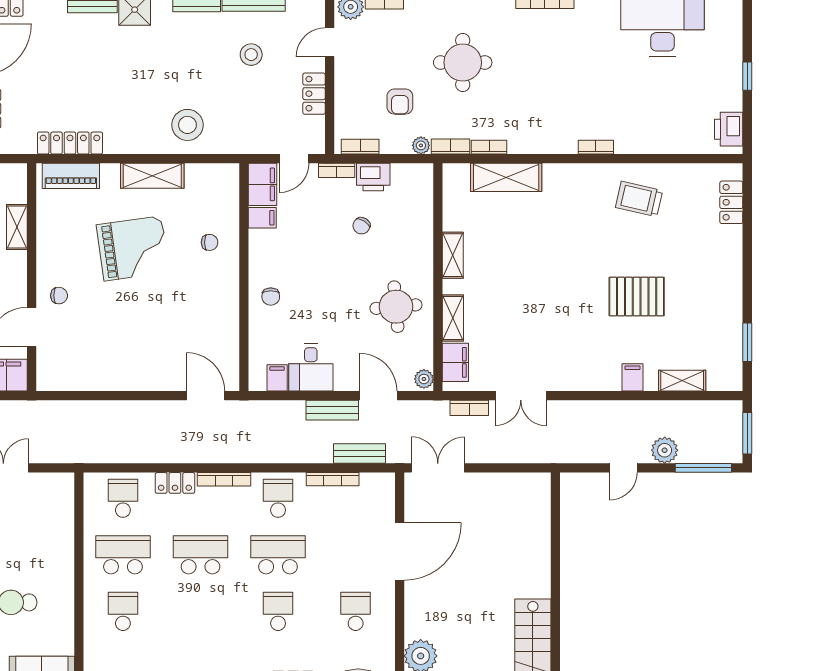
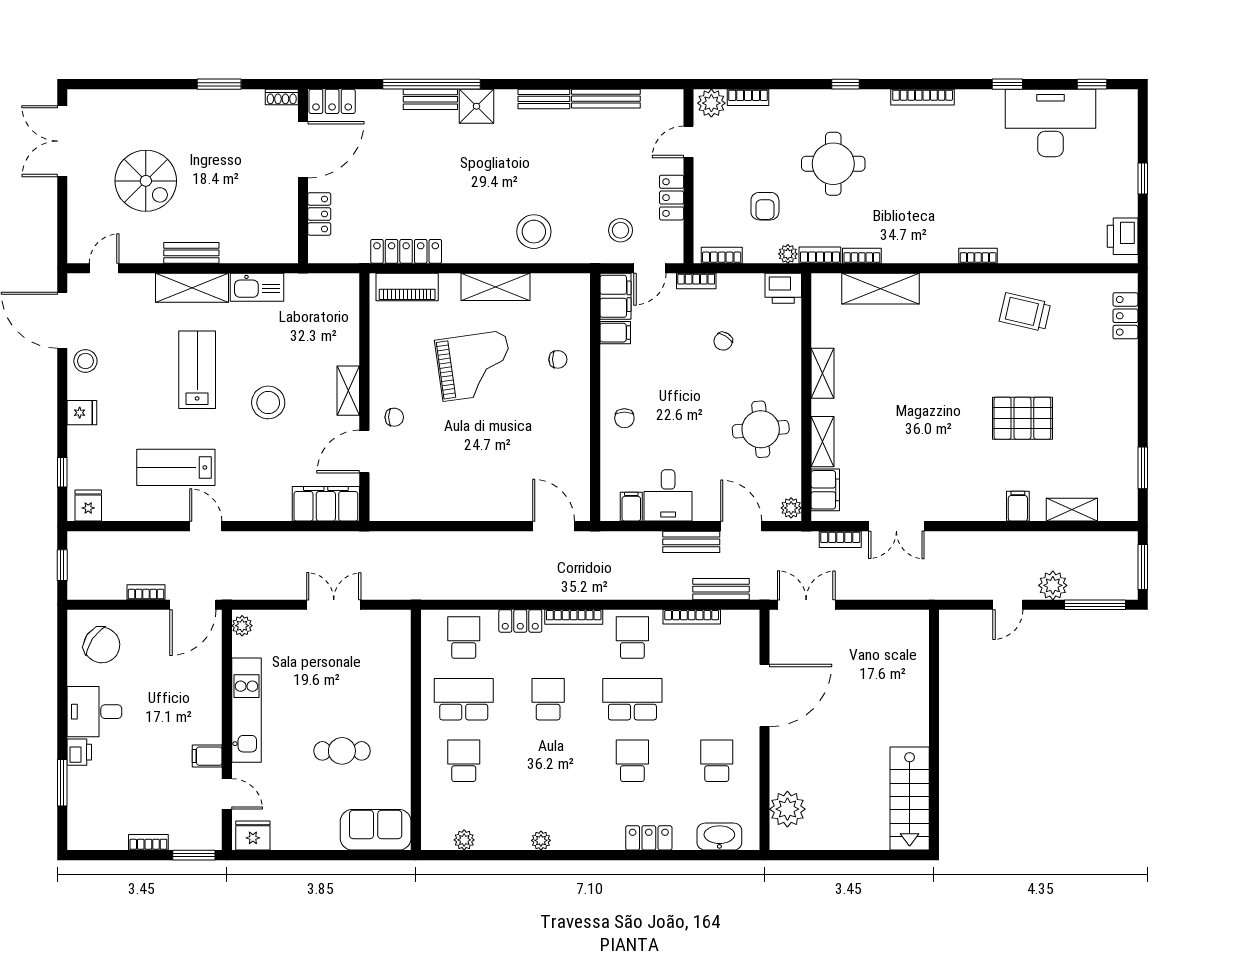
stool: (251, 55) -> (621, 230), moved
printer: (373, 177) -> (783, 288), moved
shelving: (17, 227) -> (348, 391), moved
school desk: (200, 555) -> (548, 699), width x0.54

